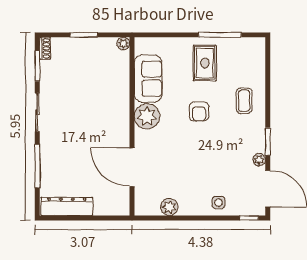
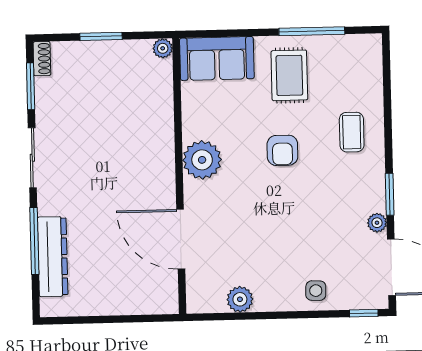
sofa: (148, 79) -> (217, 58), moved, turned 90
dresser: (67, 206) -> (53, 257), moved, turned 90

